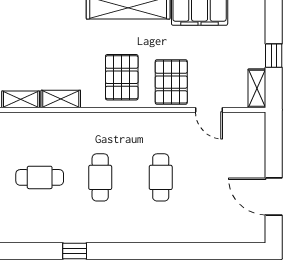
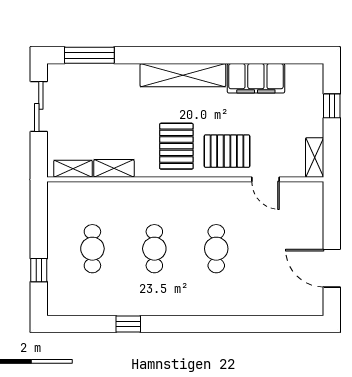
window: (274, 56) -> (332, 106), moved
pallet: (171, 82) -> (227, 151), turned 90
cafe table: (40, 177) -> (92, 249), turned 90

